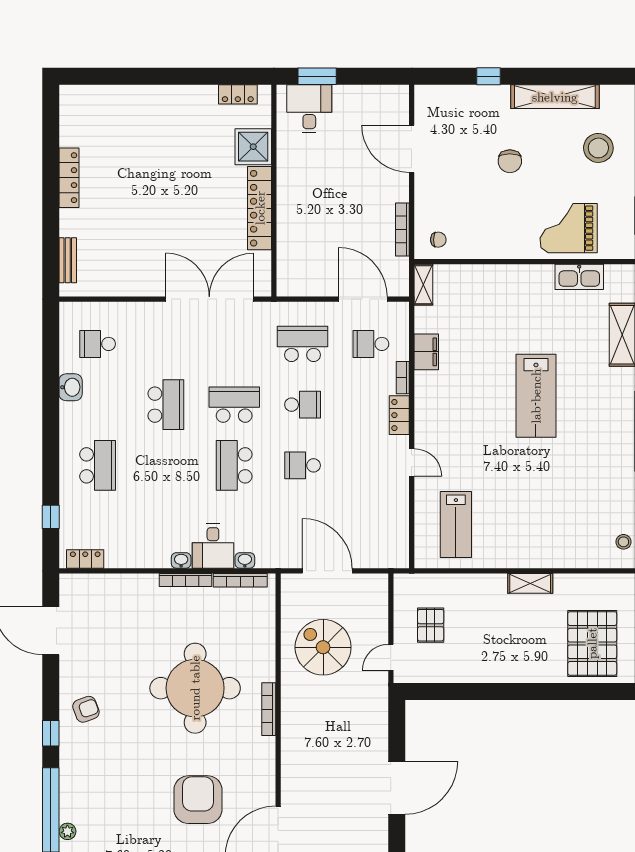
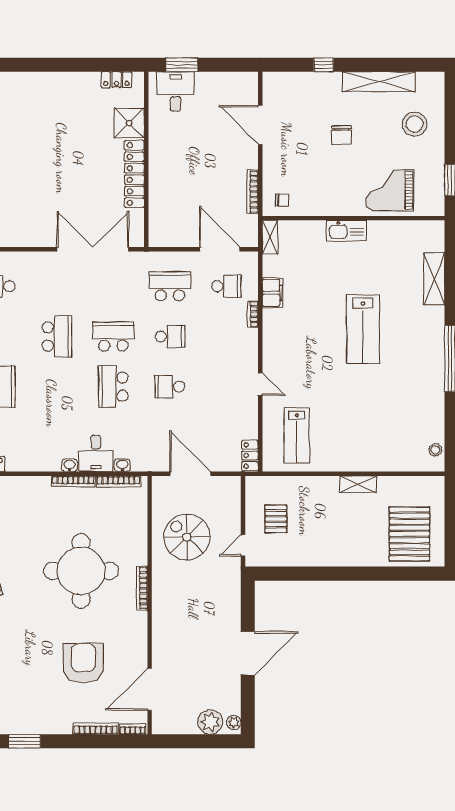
kitchen sink: (579, 277) -> (346, 231), moved
school desk: (371, 344) -> (226, 286), turned 180
locker: (399, 415) -> (250, 456), moved

